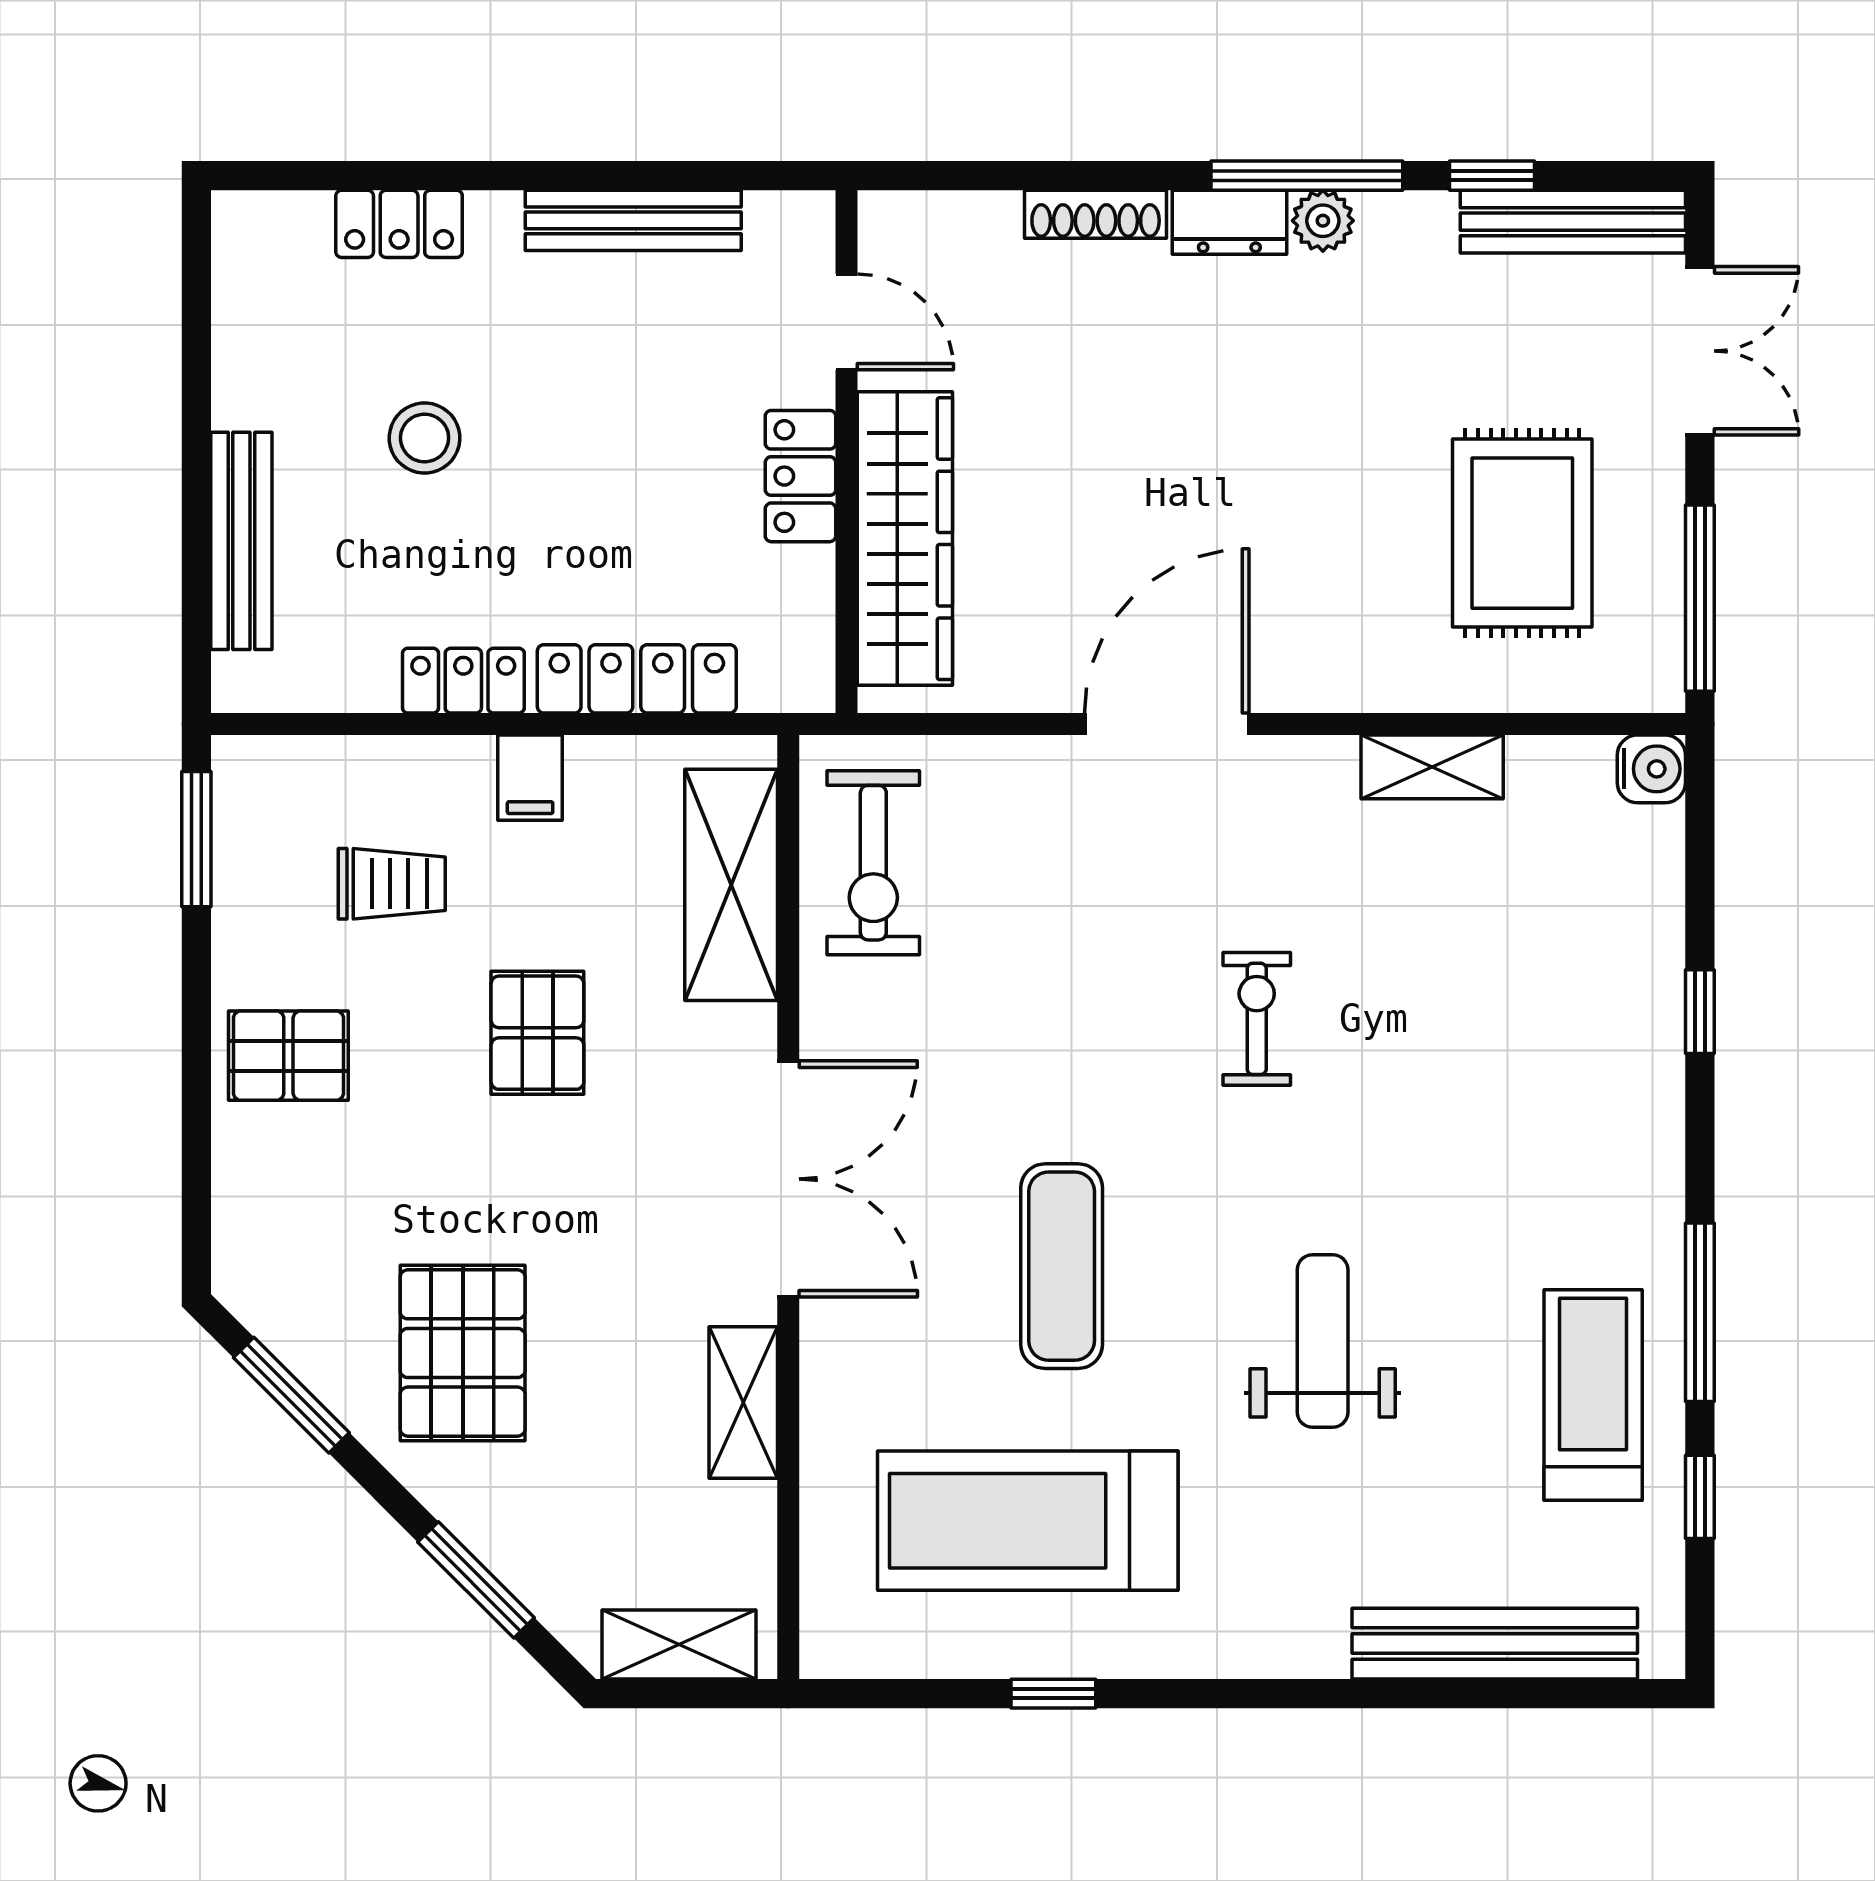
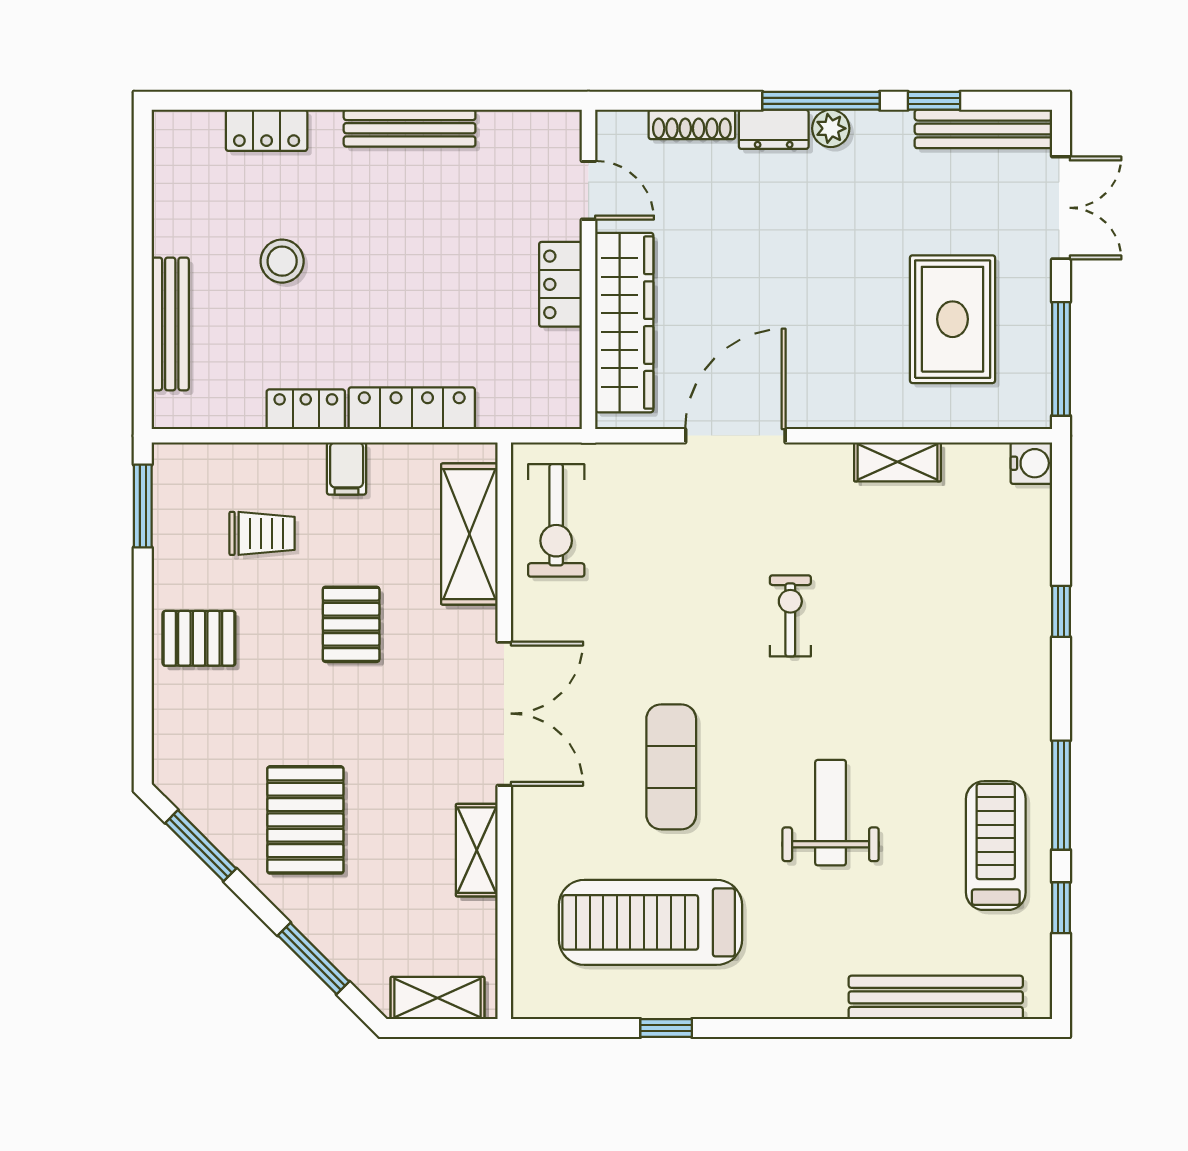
door: (846, 322) -> (589, 190), moved
wall: (846, 452) -> (589, 269), moved
locker: (800, 476) -> (560, 284), moved
wardrobe: (905, 539) -> (624, 323), moved

